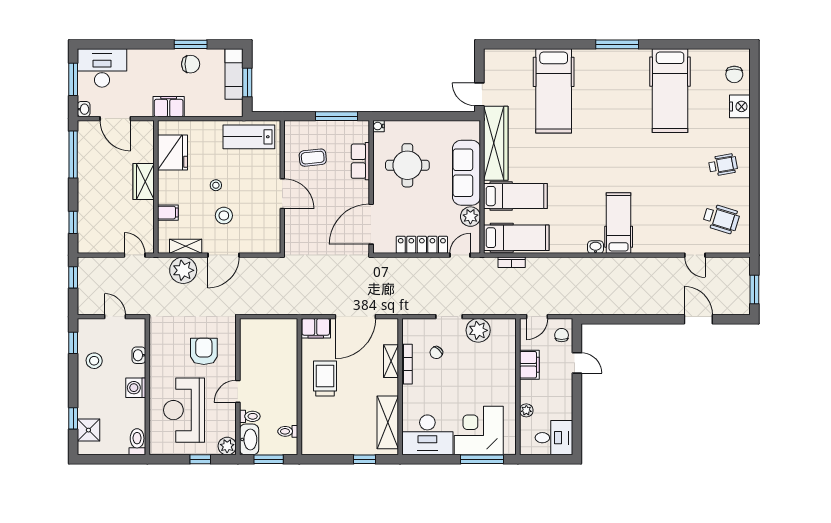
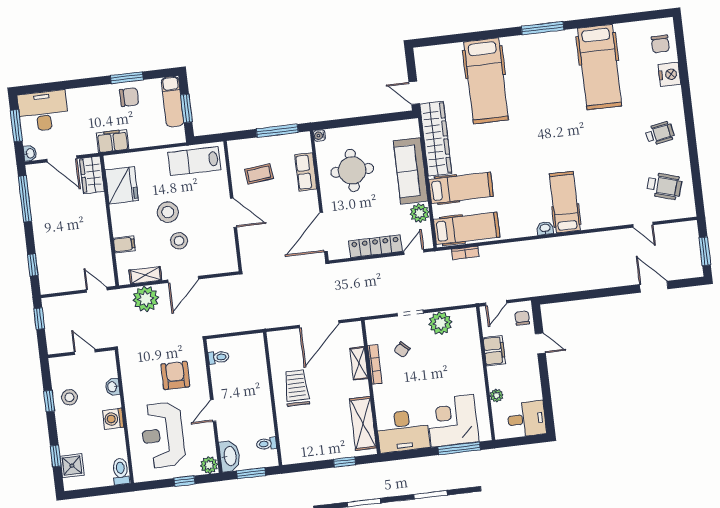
wardrobe: (144, 182) -> (92, 175), moved
stool: (216, 185) -> (168, 212), width x1.89, depth x1.89
filing cabinet: (316, 328) -> (282, 340), removed
window: (73, 343) -> (49, 401), moved
toilet: (250, 416) -> (219, 357), moved

